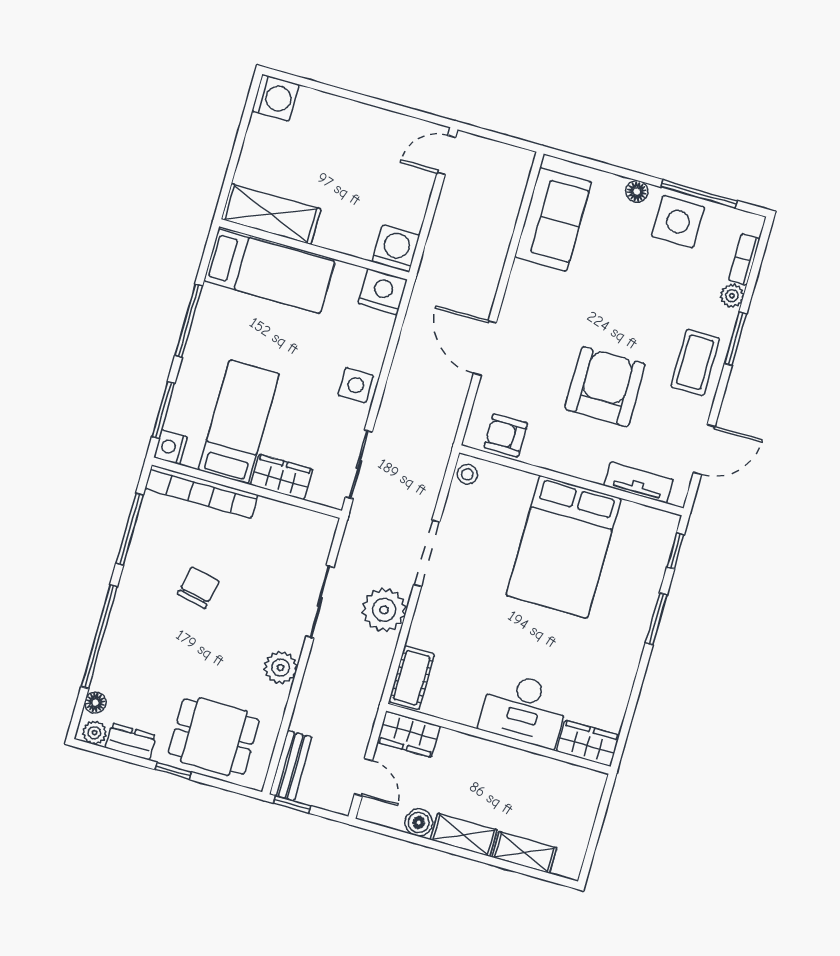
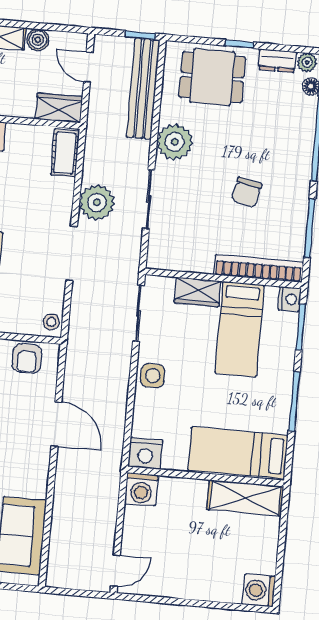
armchair: (506, 435) -> (27, 358), turned 90
plant: (281, 668) -> (175, 142), width x1.36, depth x1.36
bench: (291, 766) -> (143, 88), width x1.86, depth x1.21

